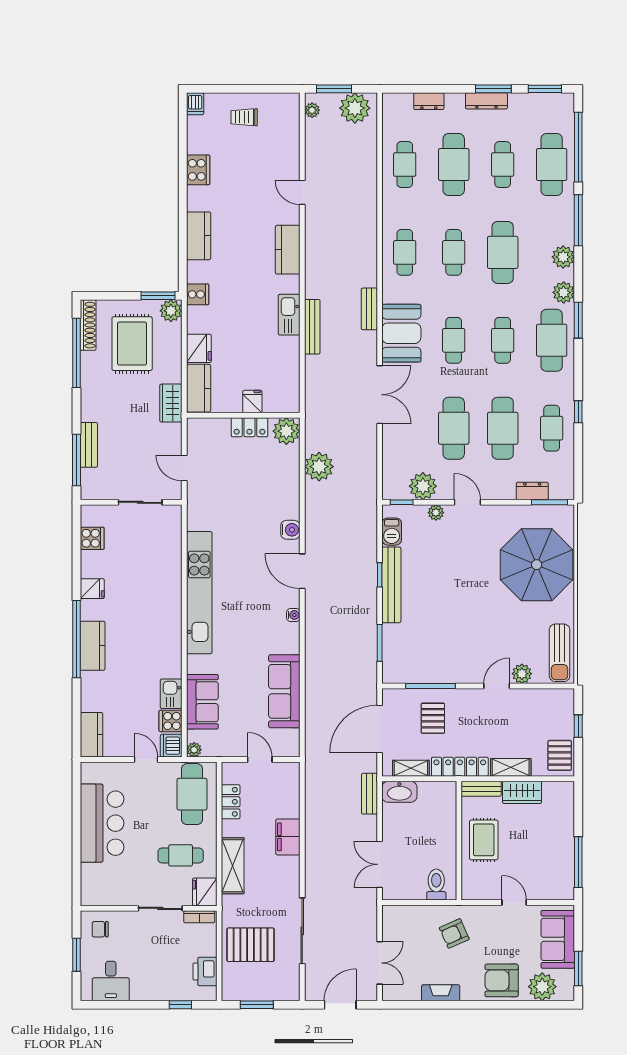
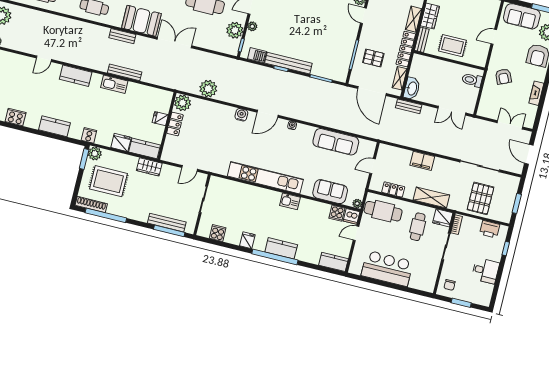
bench: (89, 445) -> (167, 223), width x1.36
kitchen sink: (171, 694) -> (290, 201), moved
desk: (111, 981) -> (485, 271), moved

